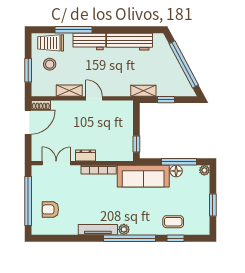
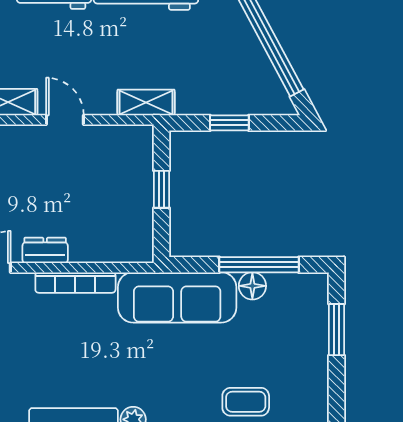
shelving: (143, 91) -> (146, 102), moved
window: (136, 144) -> (161, 189), moved
plant: (204, 170) -> (317, 284), removed
window: (213, 205) -> (336, 330), moved

